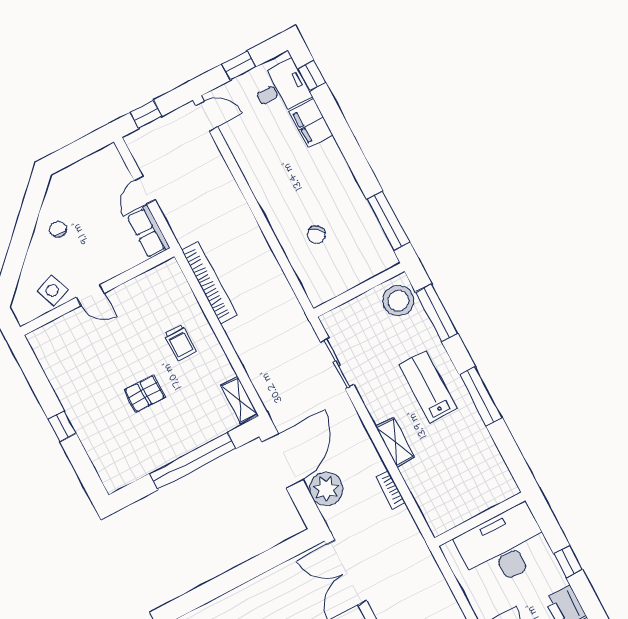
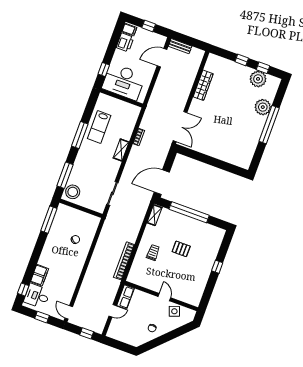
lab bench: (428, 387) -> (99, 127), moved
plant: (326, 489) -> (158, 159), removed
window: (568, 562) -> (104, 70), moved

